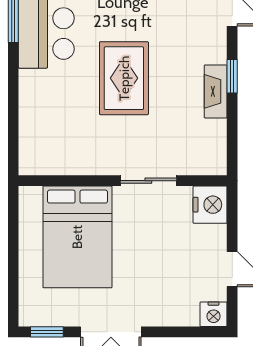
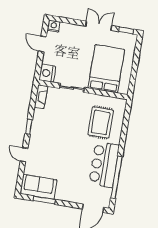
rug: (124, 78) -> (101, 122), moved
fireplace: (216, 91) -> (41, 97), moved

